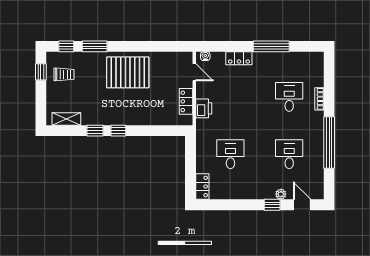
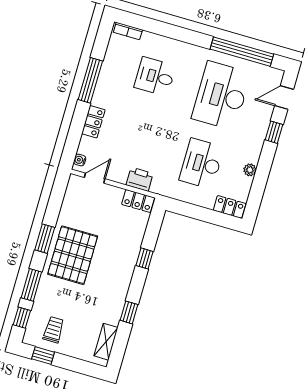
window: (134, 46) -> (45, 239), added
bookcase: (319, 99) -> (128, 31), moved
locker: (186, 101) -> (138, 201), moved
window: (118, 131) -> (145, 258), moved
window: (329, 143) -> (242, 52), moved
desk: (230, 154) -> (202, 164), width x1.37
desk: (289, 154) -> (221, 96), width x1.87, depth x1.30
plant: (281, 194) -> (250, 170), moved

